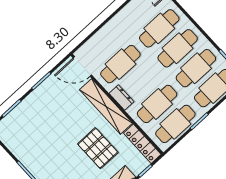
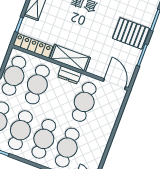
door: (82, 66) -> (114, 84), hinge flipped
shelving: (106, 106) -> (70, 58), width x0.68
pallet: (98, 148) -> (131, 33), moved

